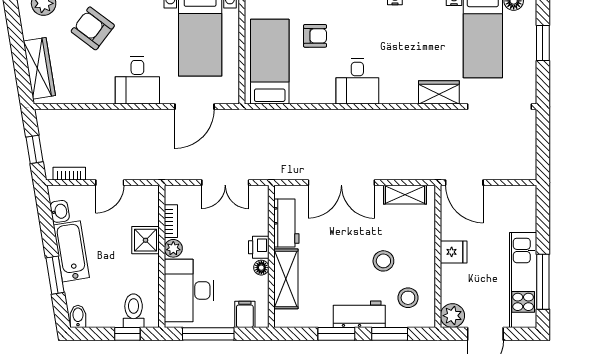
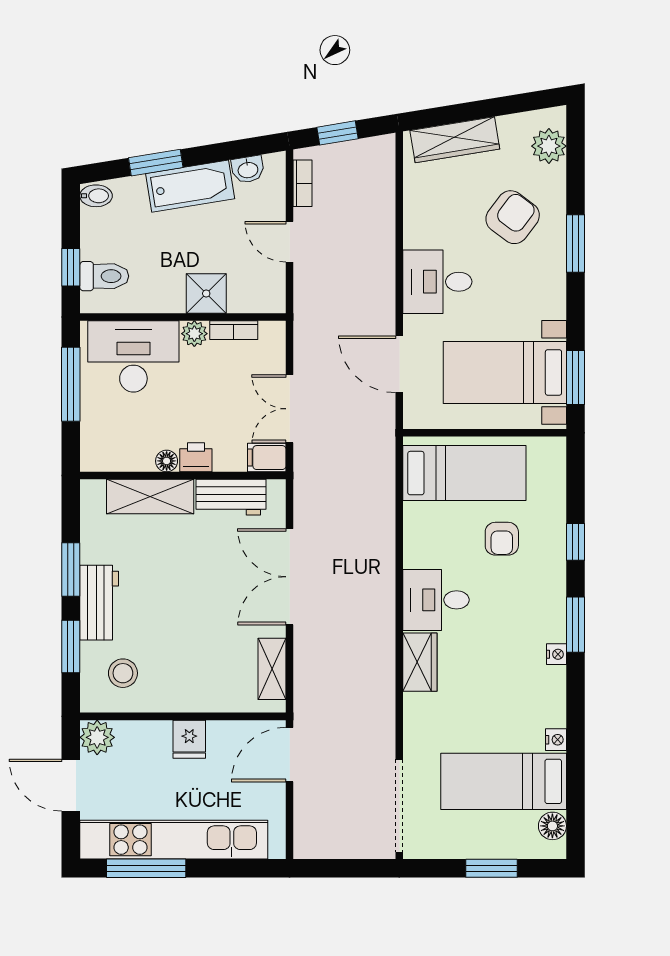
wardrobe: (439, 92) -> (420, 662), moved
stool: (383, 261) -> (176, 638), removed
kitchen unit: (523, 280) -> (174, 840), width x1.36
filing cabinet: (245, 314) -> (267, 458), moved, turned 180

